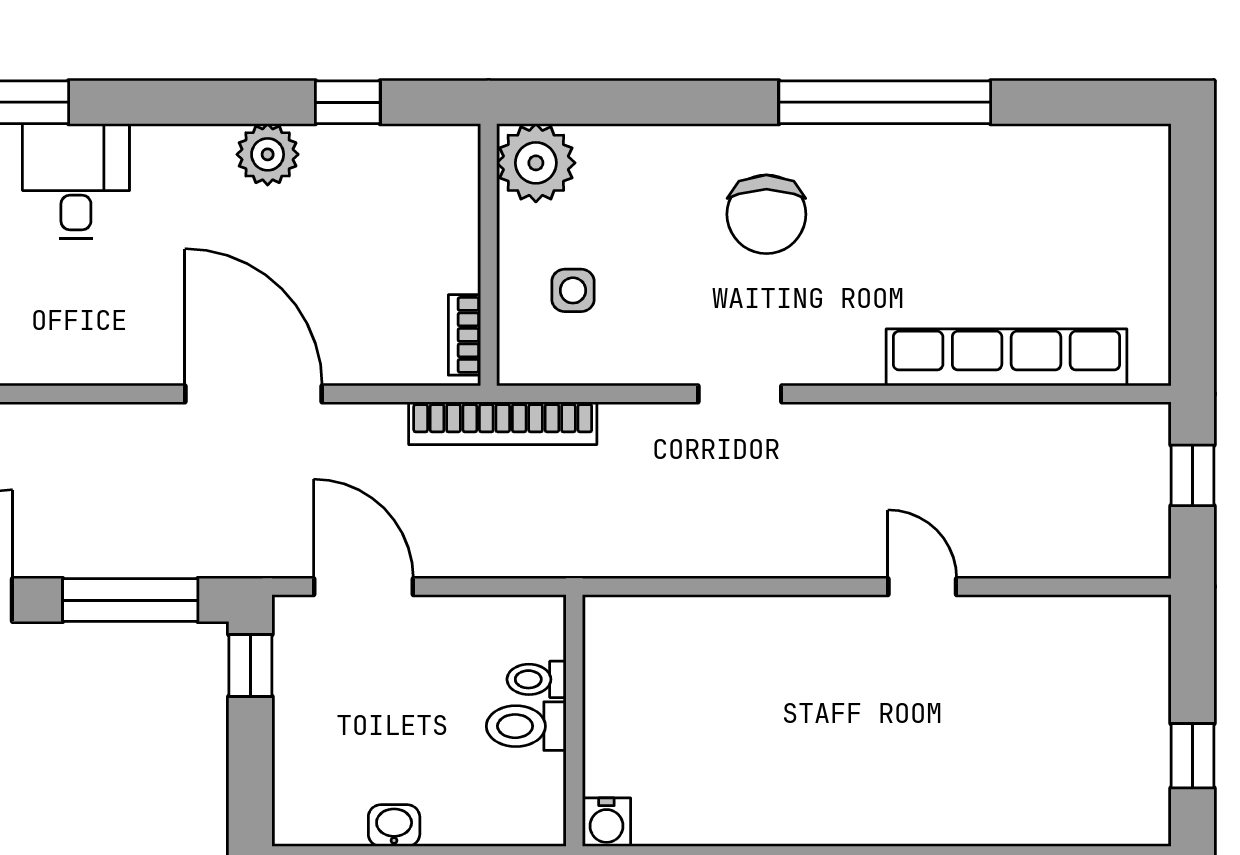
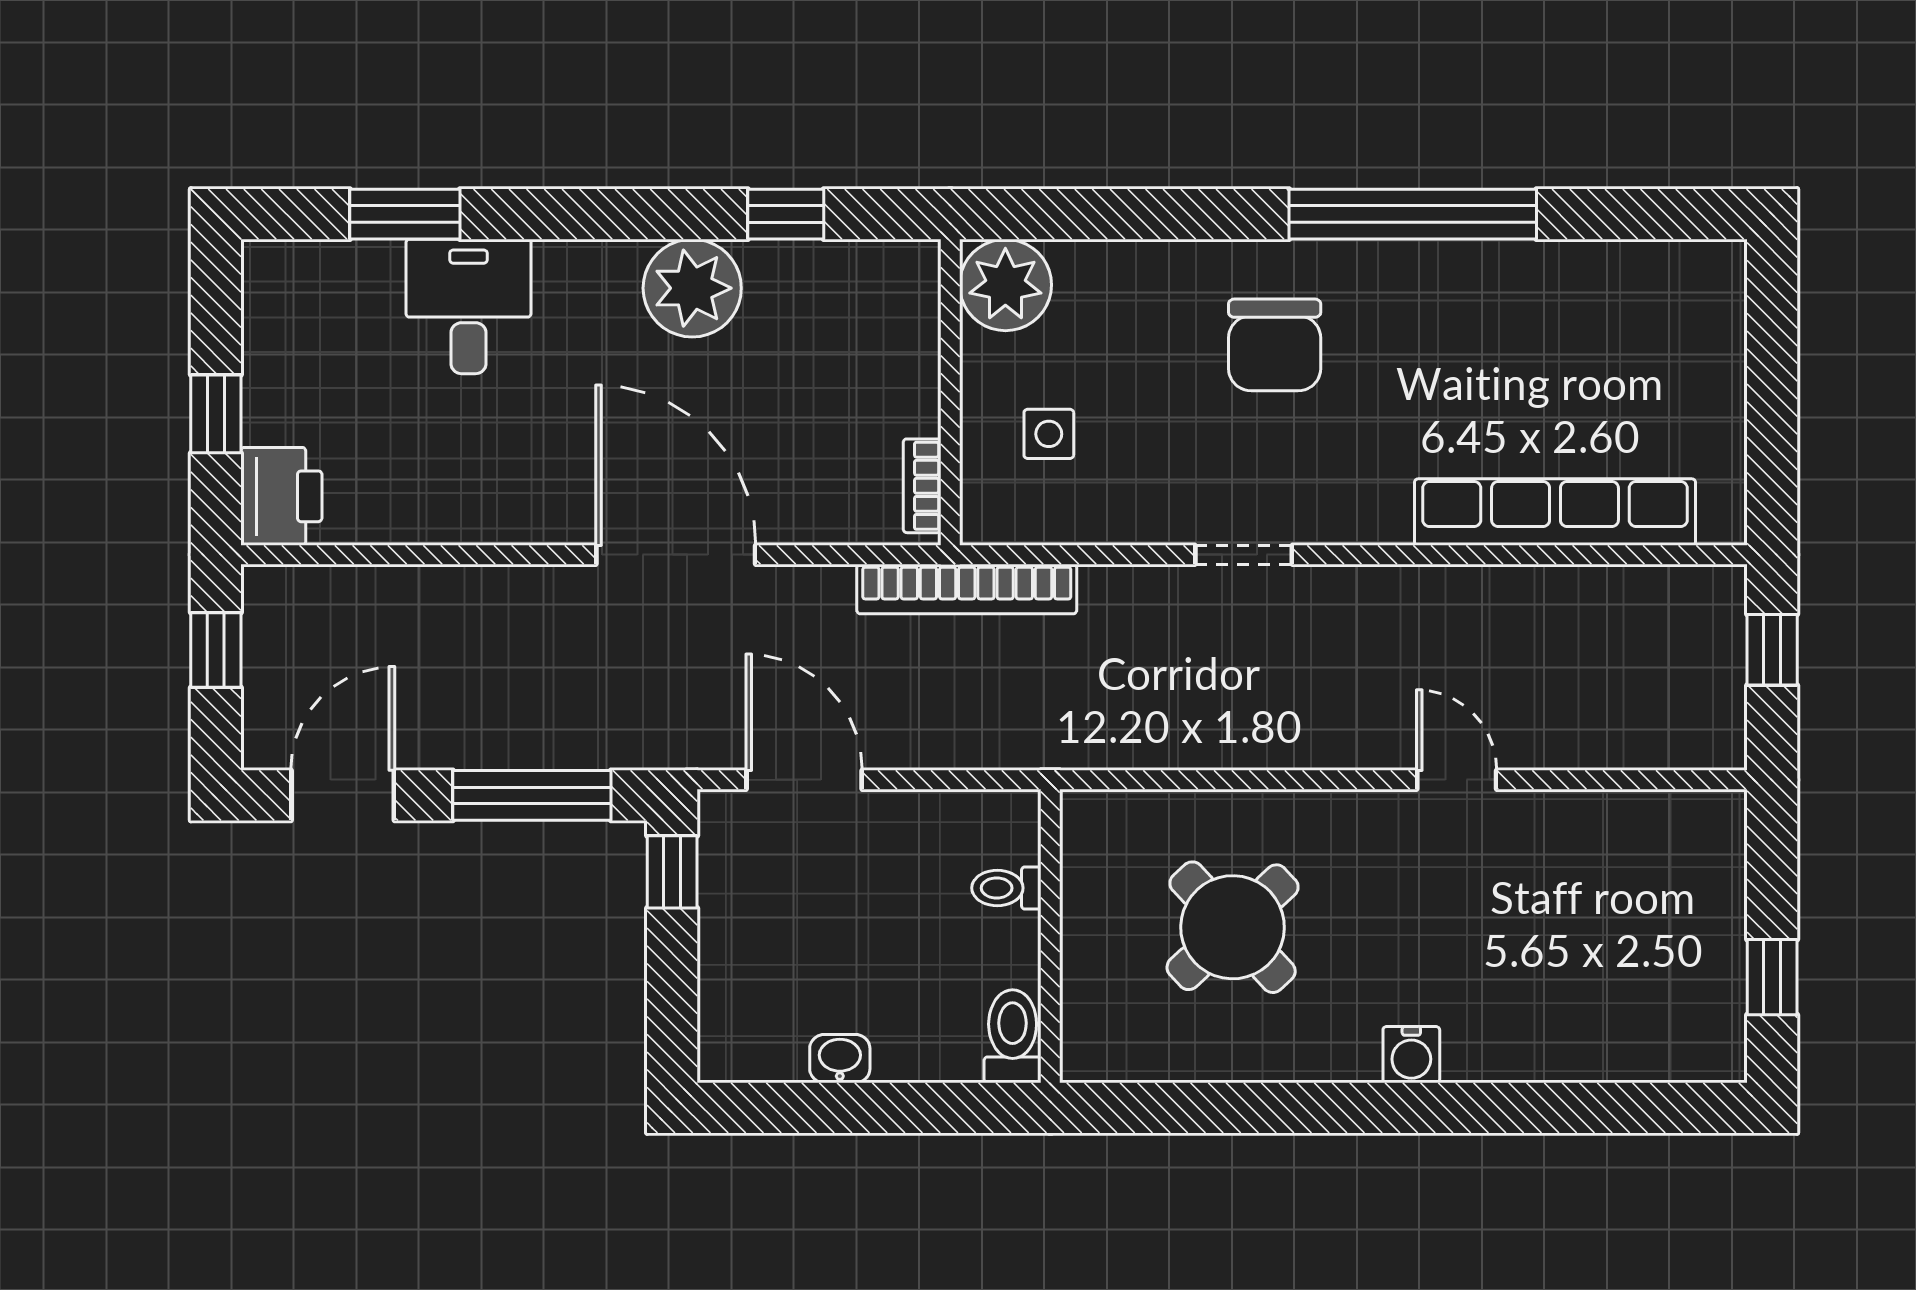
plant: (268, 154) -> (692, 288), width x1.36, depth x1.36
round table: (730, 713) -> (1233, 927), added
toilet: (526, 726) -> (1013, 1036), moved, turned 90
water cooler: (606, 822) -> (1411, 1055), moved

